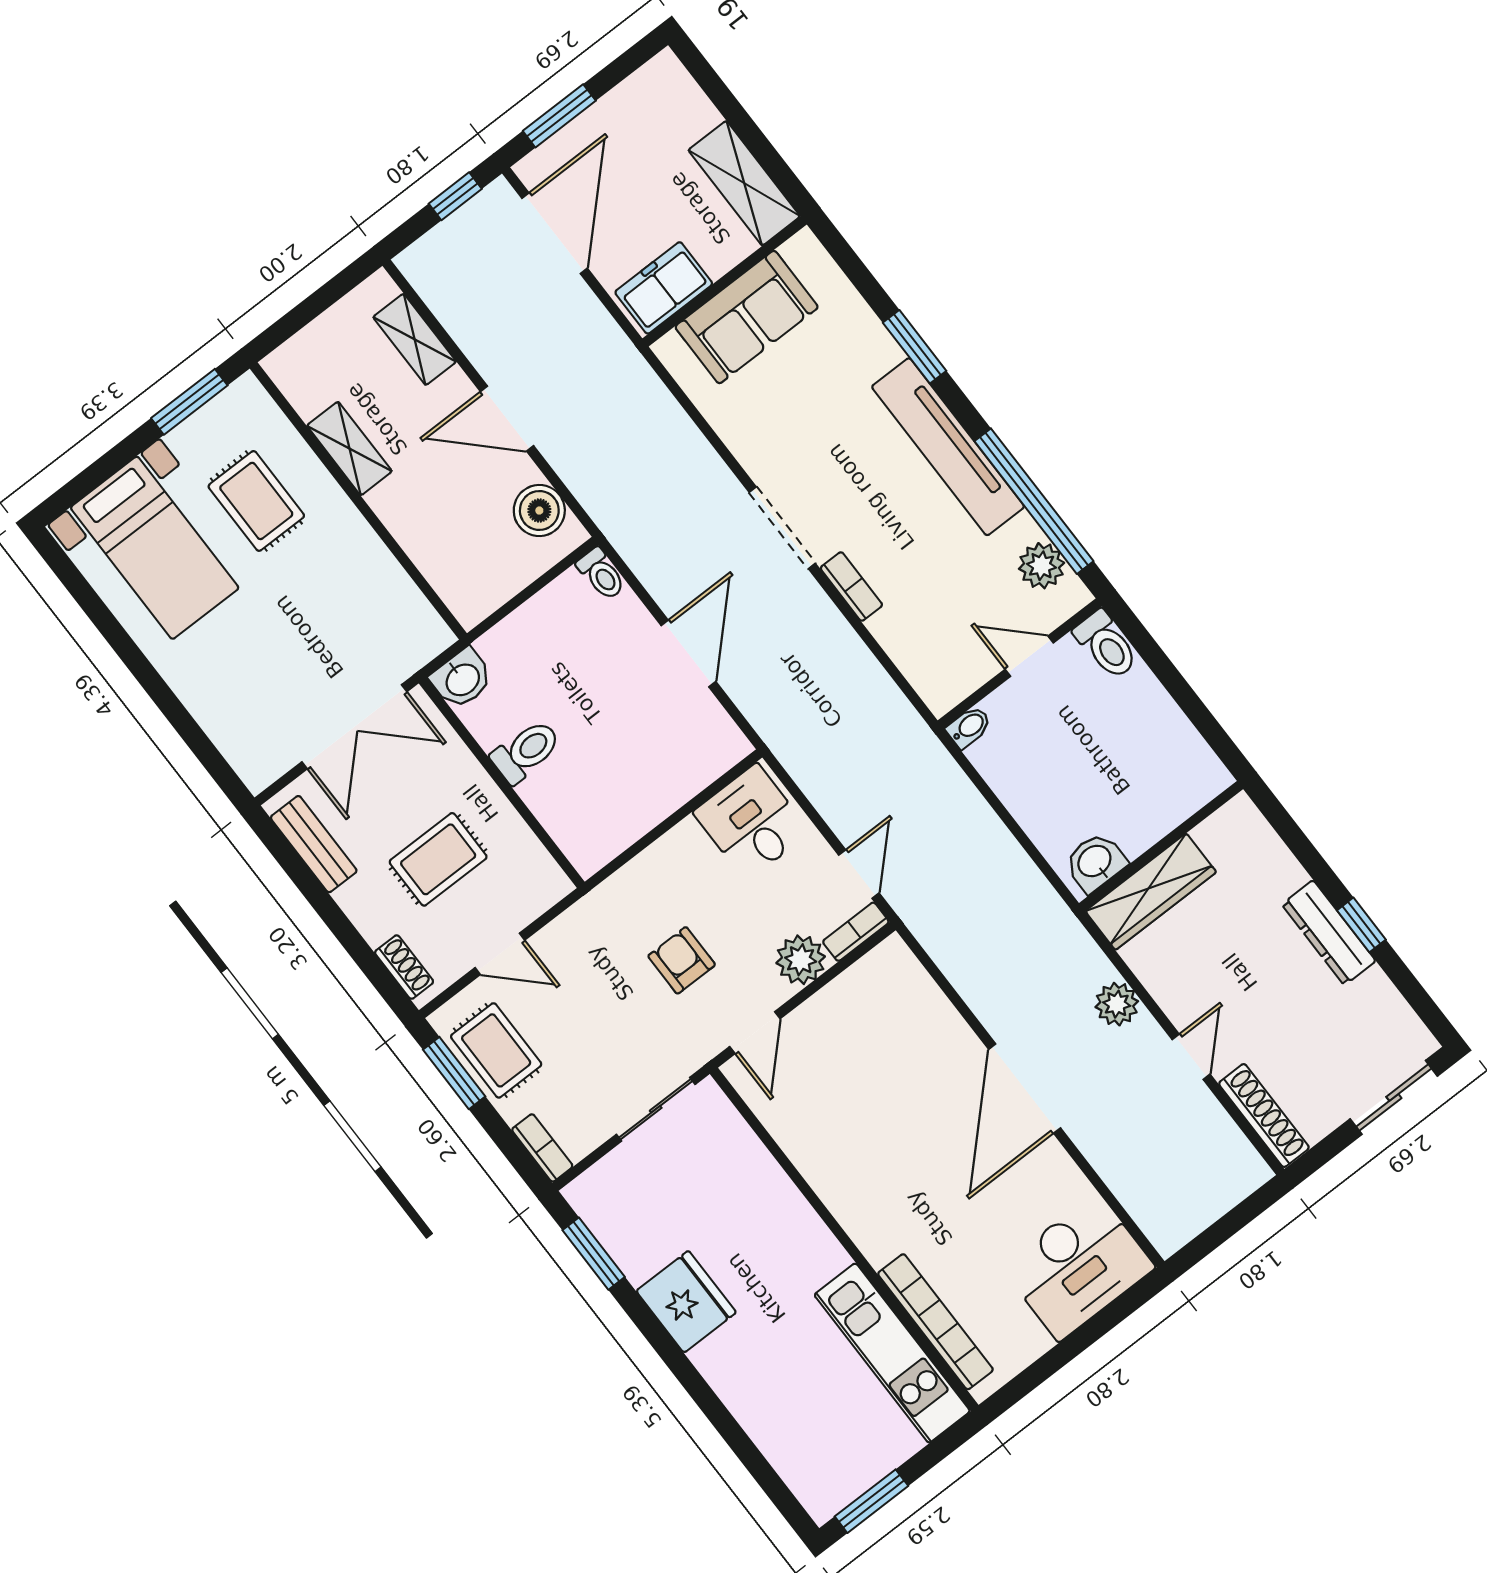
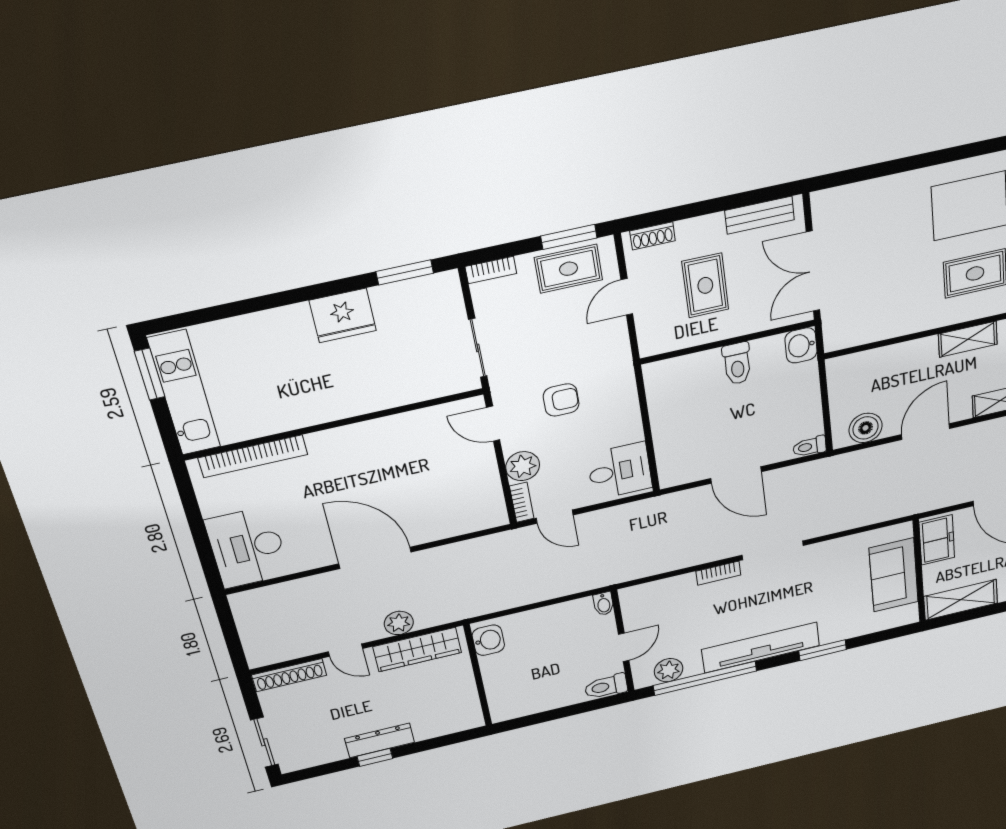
wardrobe: (1151, 892) -> (417, 650), moved, turned -90
kitchen unit: (892, 1353) -> (184, 393), moved, turned 90

